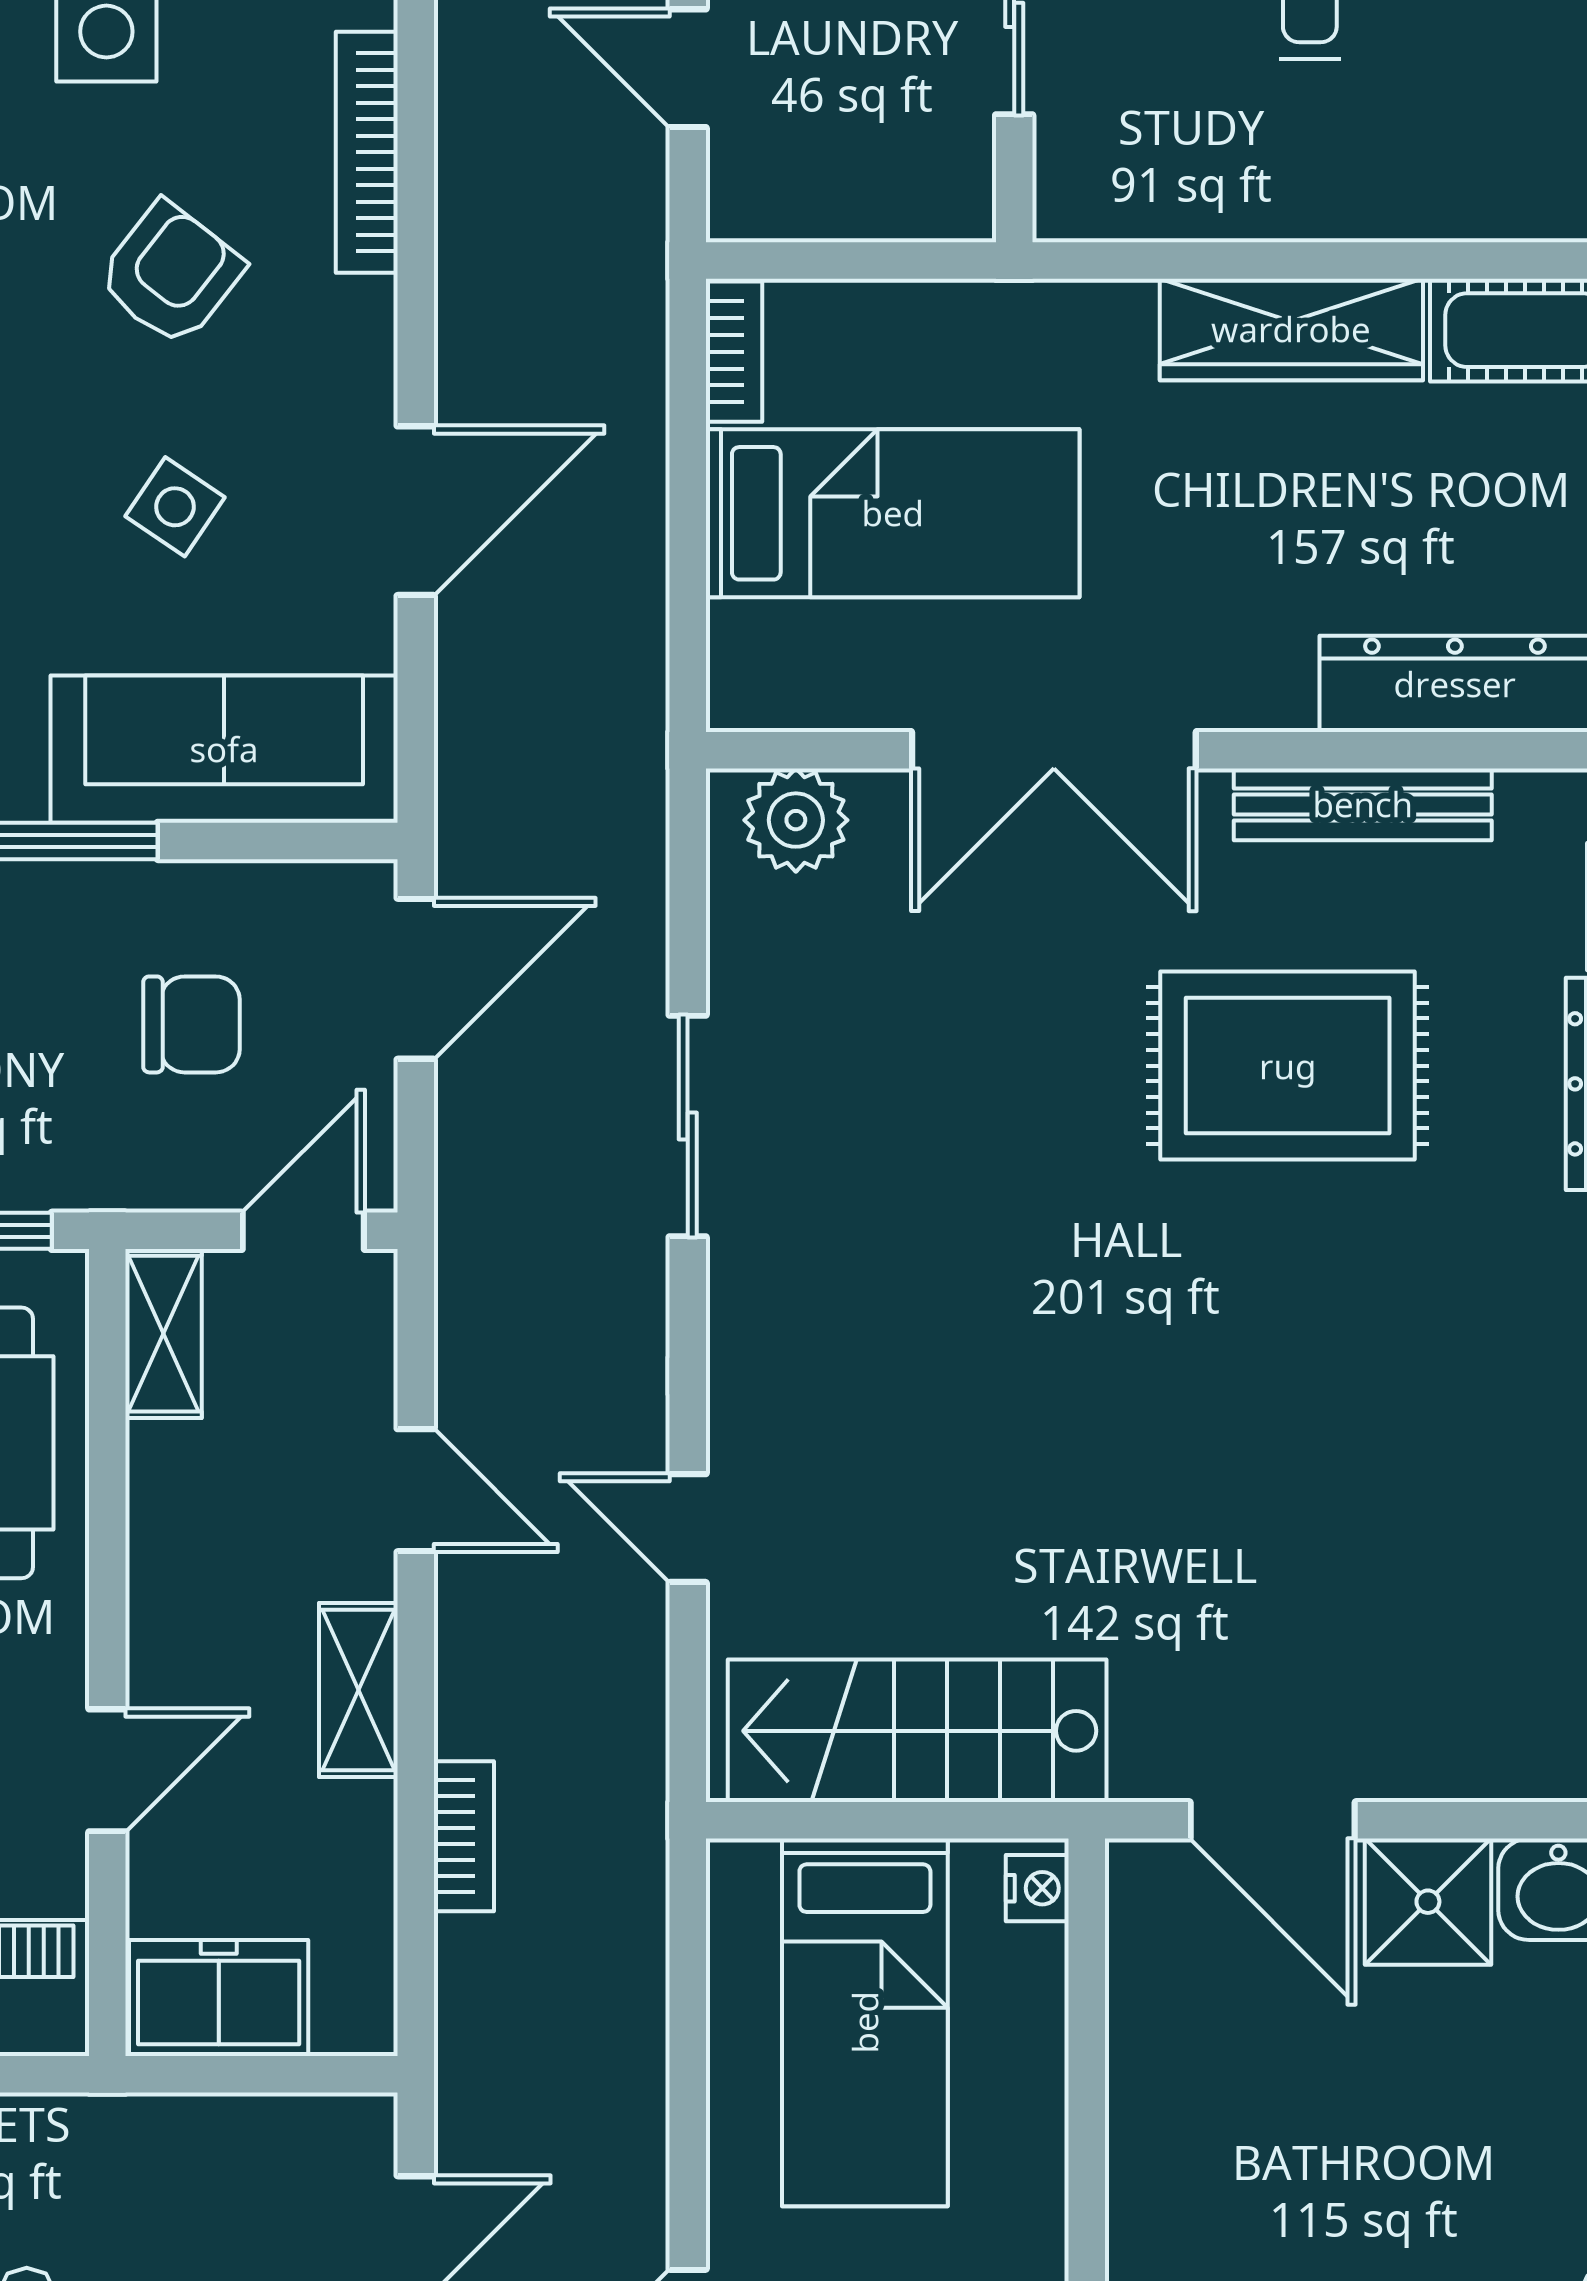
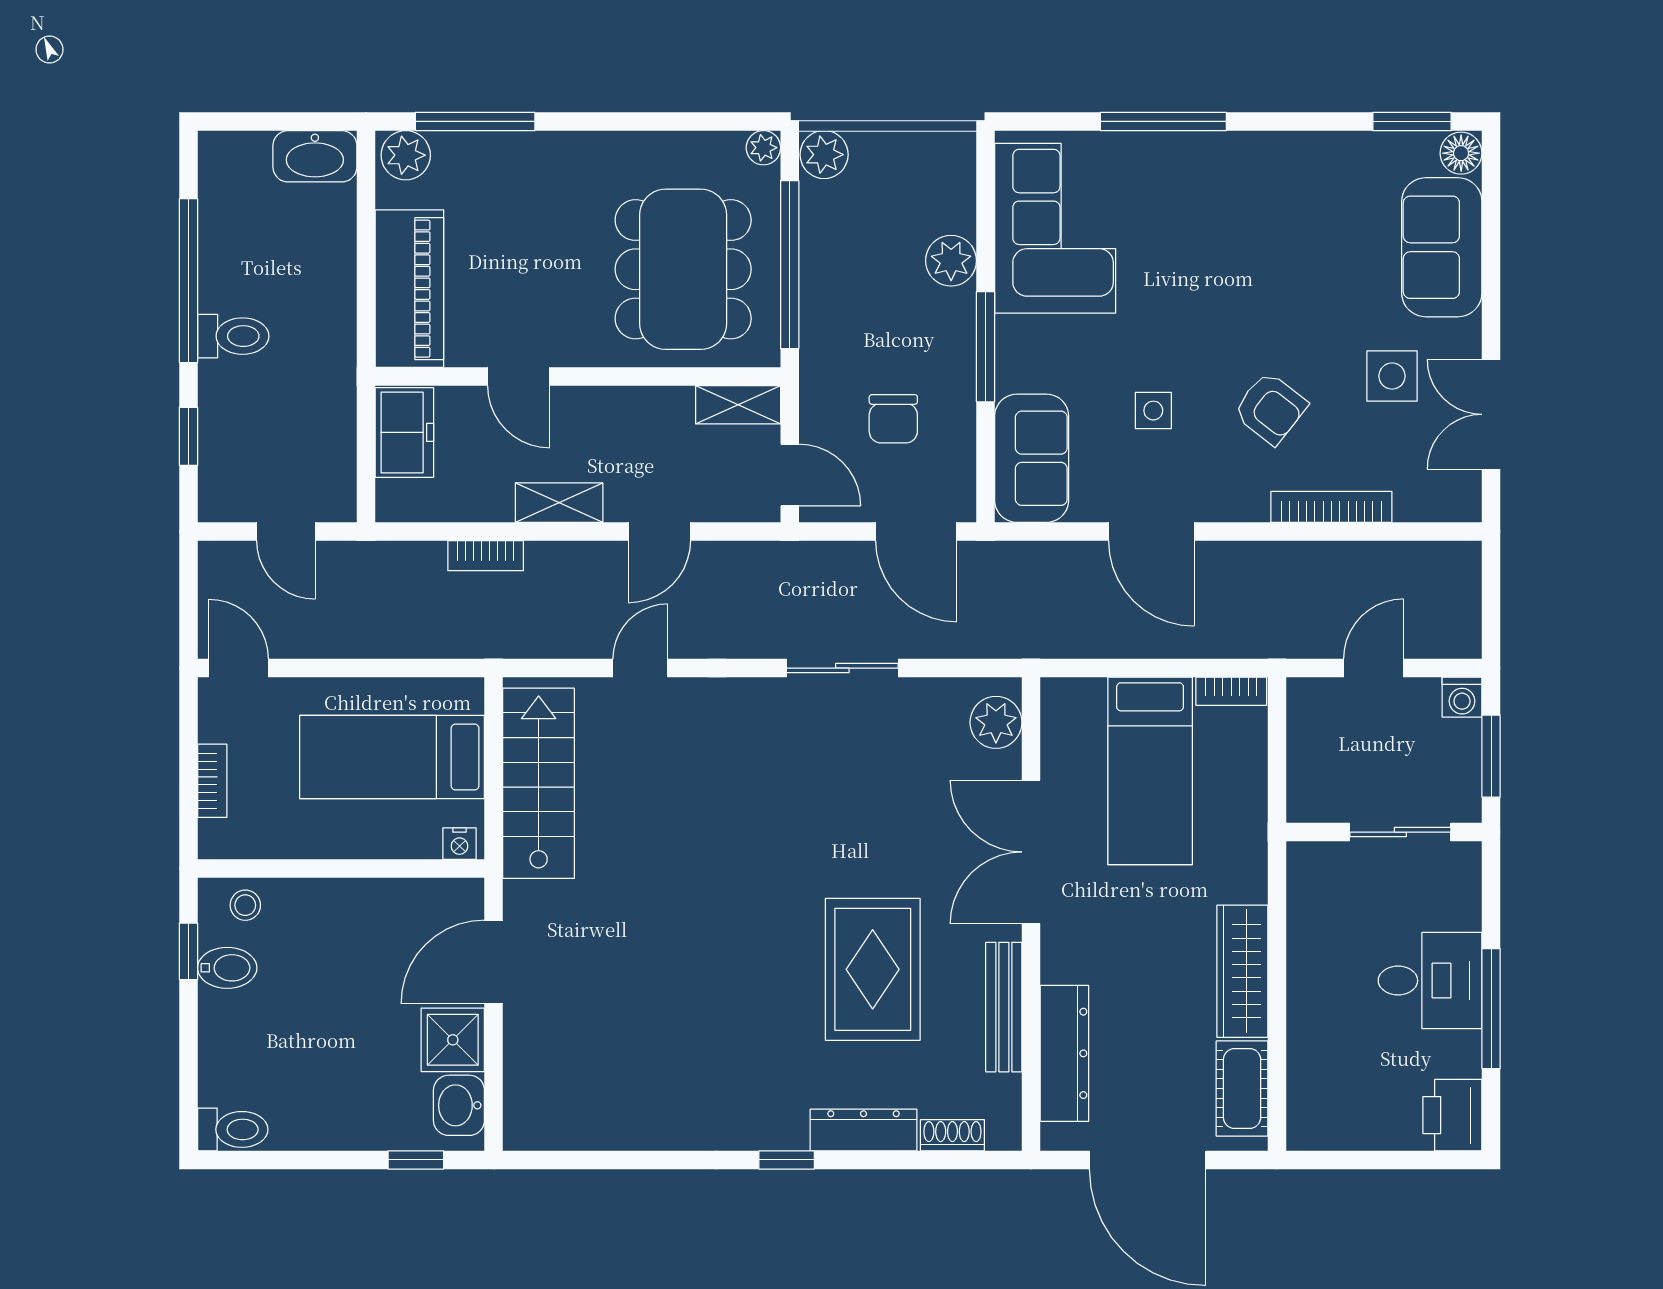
side table: (175, 507) -> (1153, 411), turned -34
sofa: (224, 749) -> (1032, 458), width x0.73

